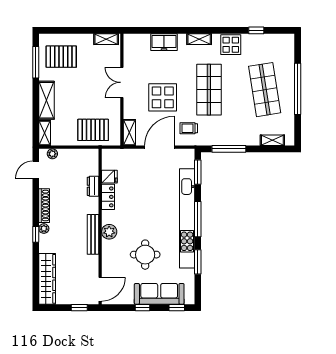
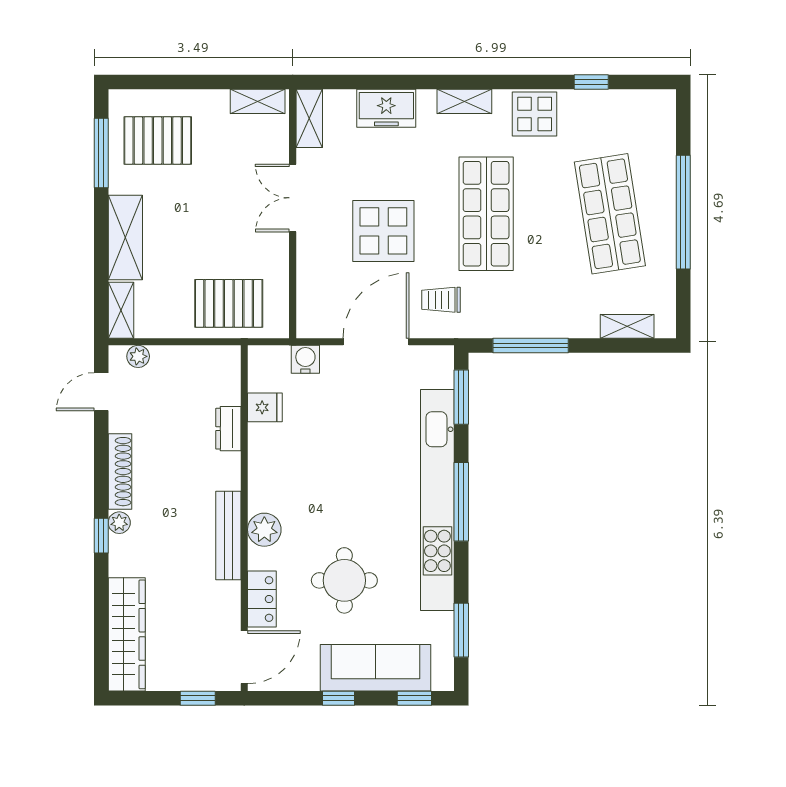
shelving: (129, 133) -> (309, 118), moved
water cooler: (128, 155) -> (305, 359), added
locker: (108, 197) -> (262, 599), moved
window: (198, 262) -> (461, 630), moved

